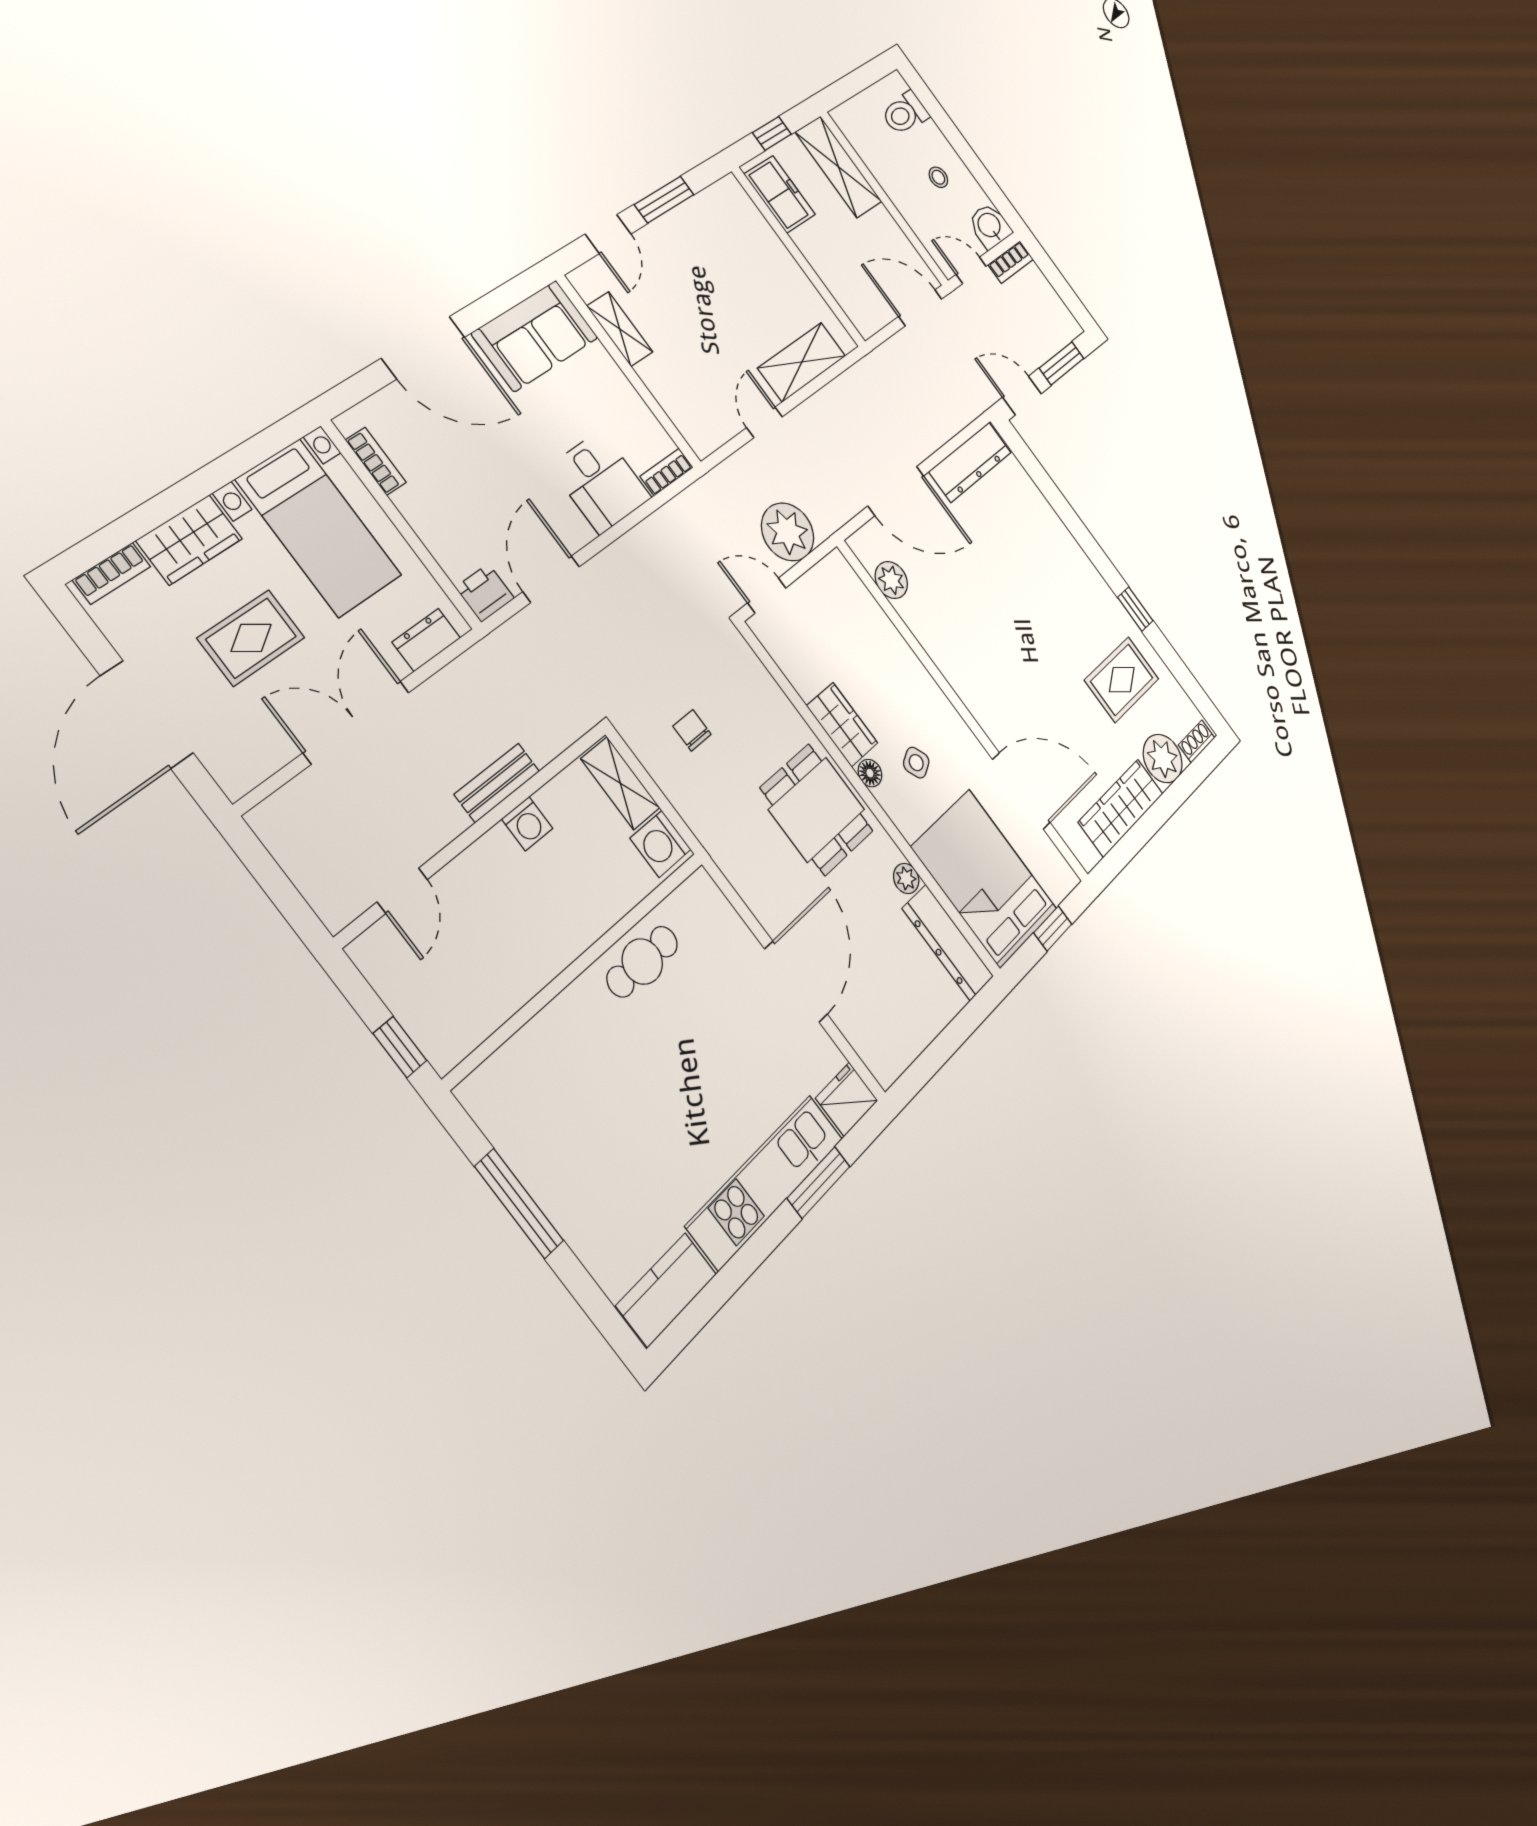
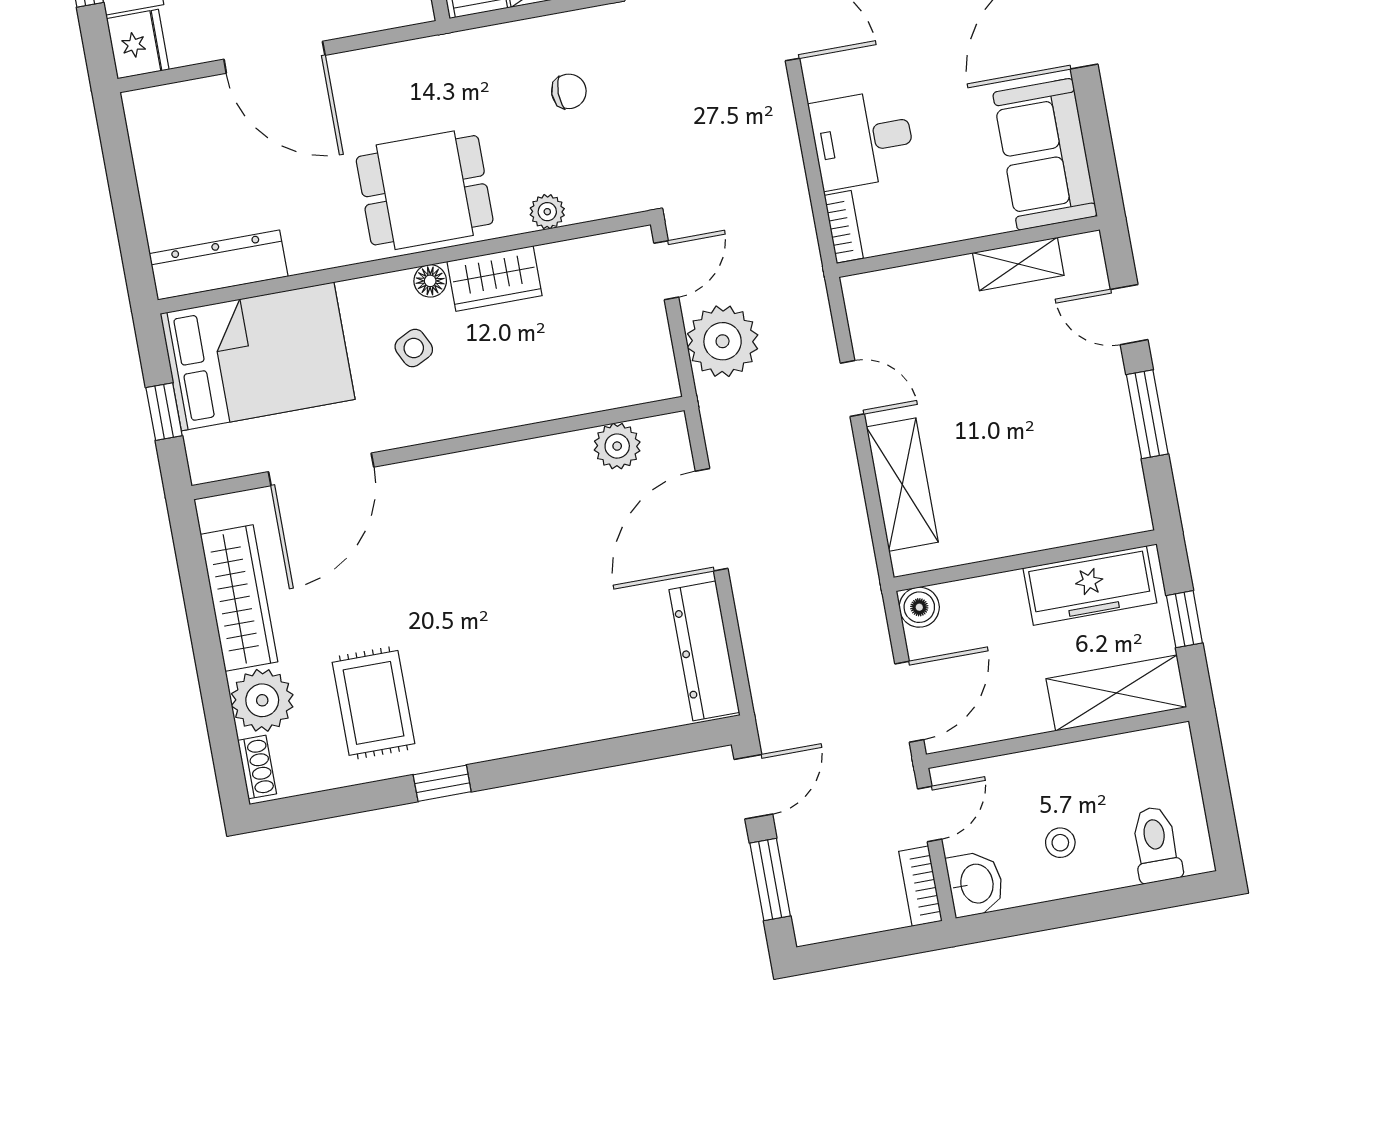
freezer: (780, 194) -> (1090, 585), width x1.40
boiler: (865, 322) -> (919, 607), added
plant: (906, 878) -> (547, 212), moved

